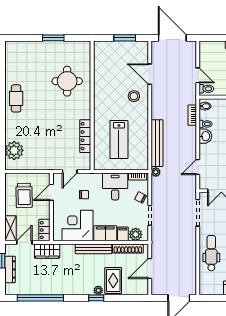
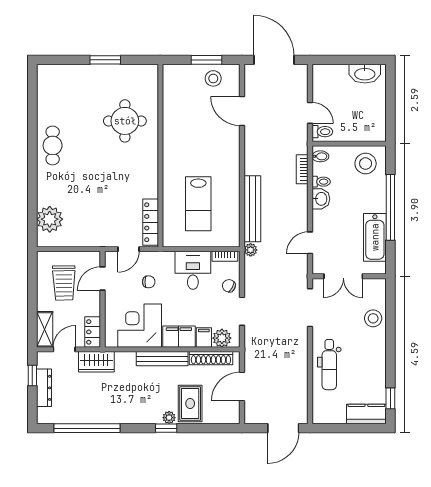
stool: (134, 96) -> (213, 78), moved
locker: (85, 136) -> (151, 222), moved
dental chair: (211, 253) -> (329, 365), turned 180

